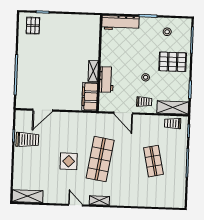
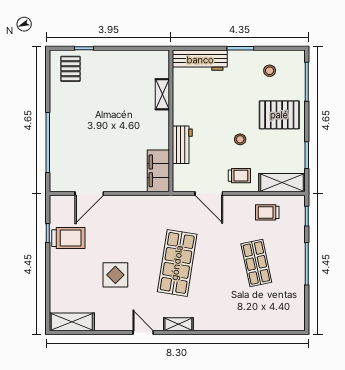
shelving: (93, 71) -> (162, 94), moved
trolley: (173, 123) -> (267, 212), moved
display table: (69, 161) -> (115, 275), moved

